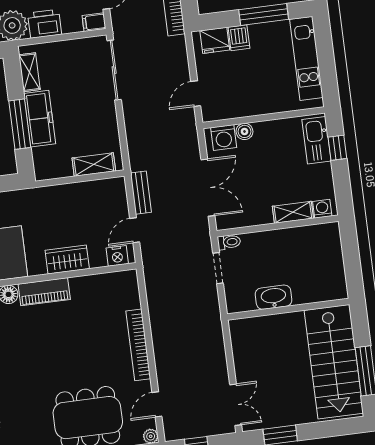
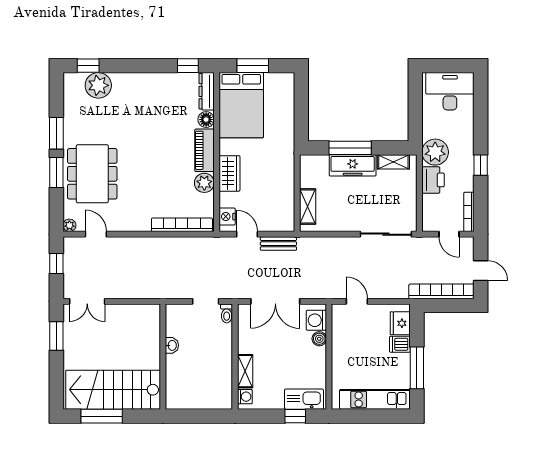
filing cabinet: (94, 22) -> (429, 222), removed
plant: (82, 287) -> (204, 183), added
washbasin: (274, 297) -> (172, 345), width x0.52, depth x0.69
bookcase: (138, 345) -> (182, 225), moved

